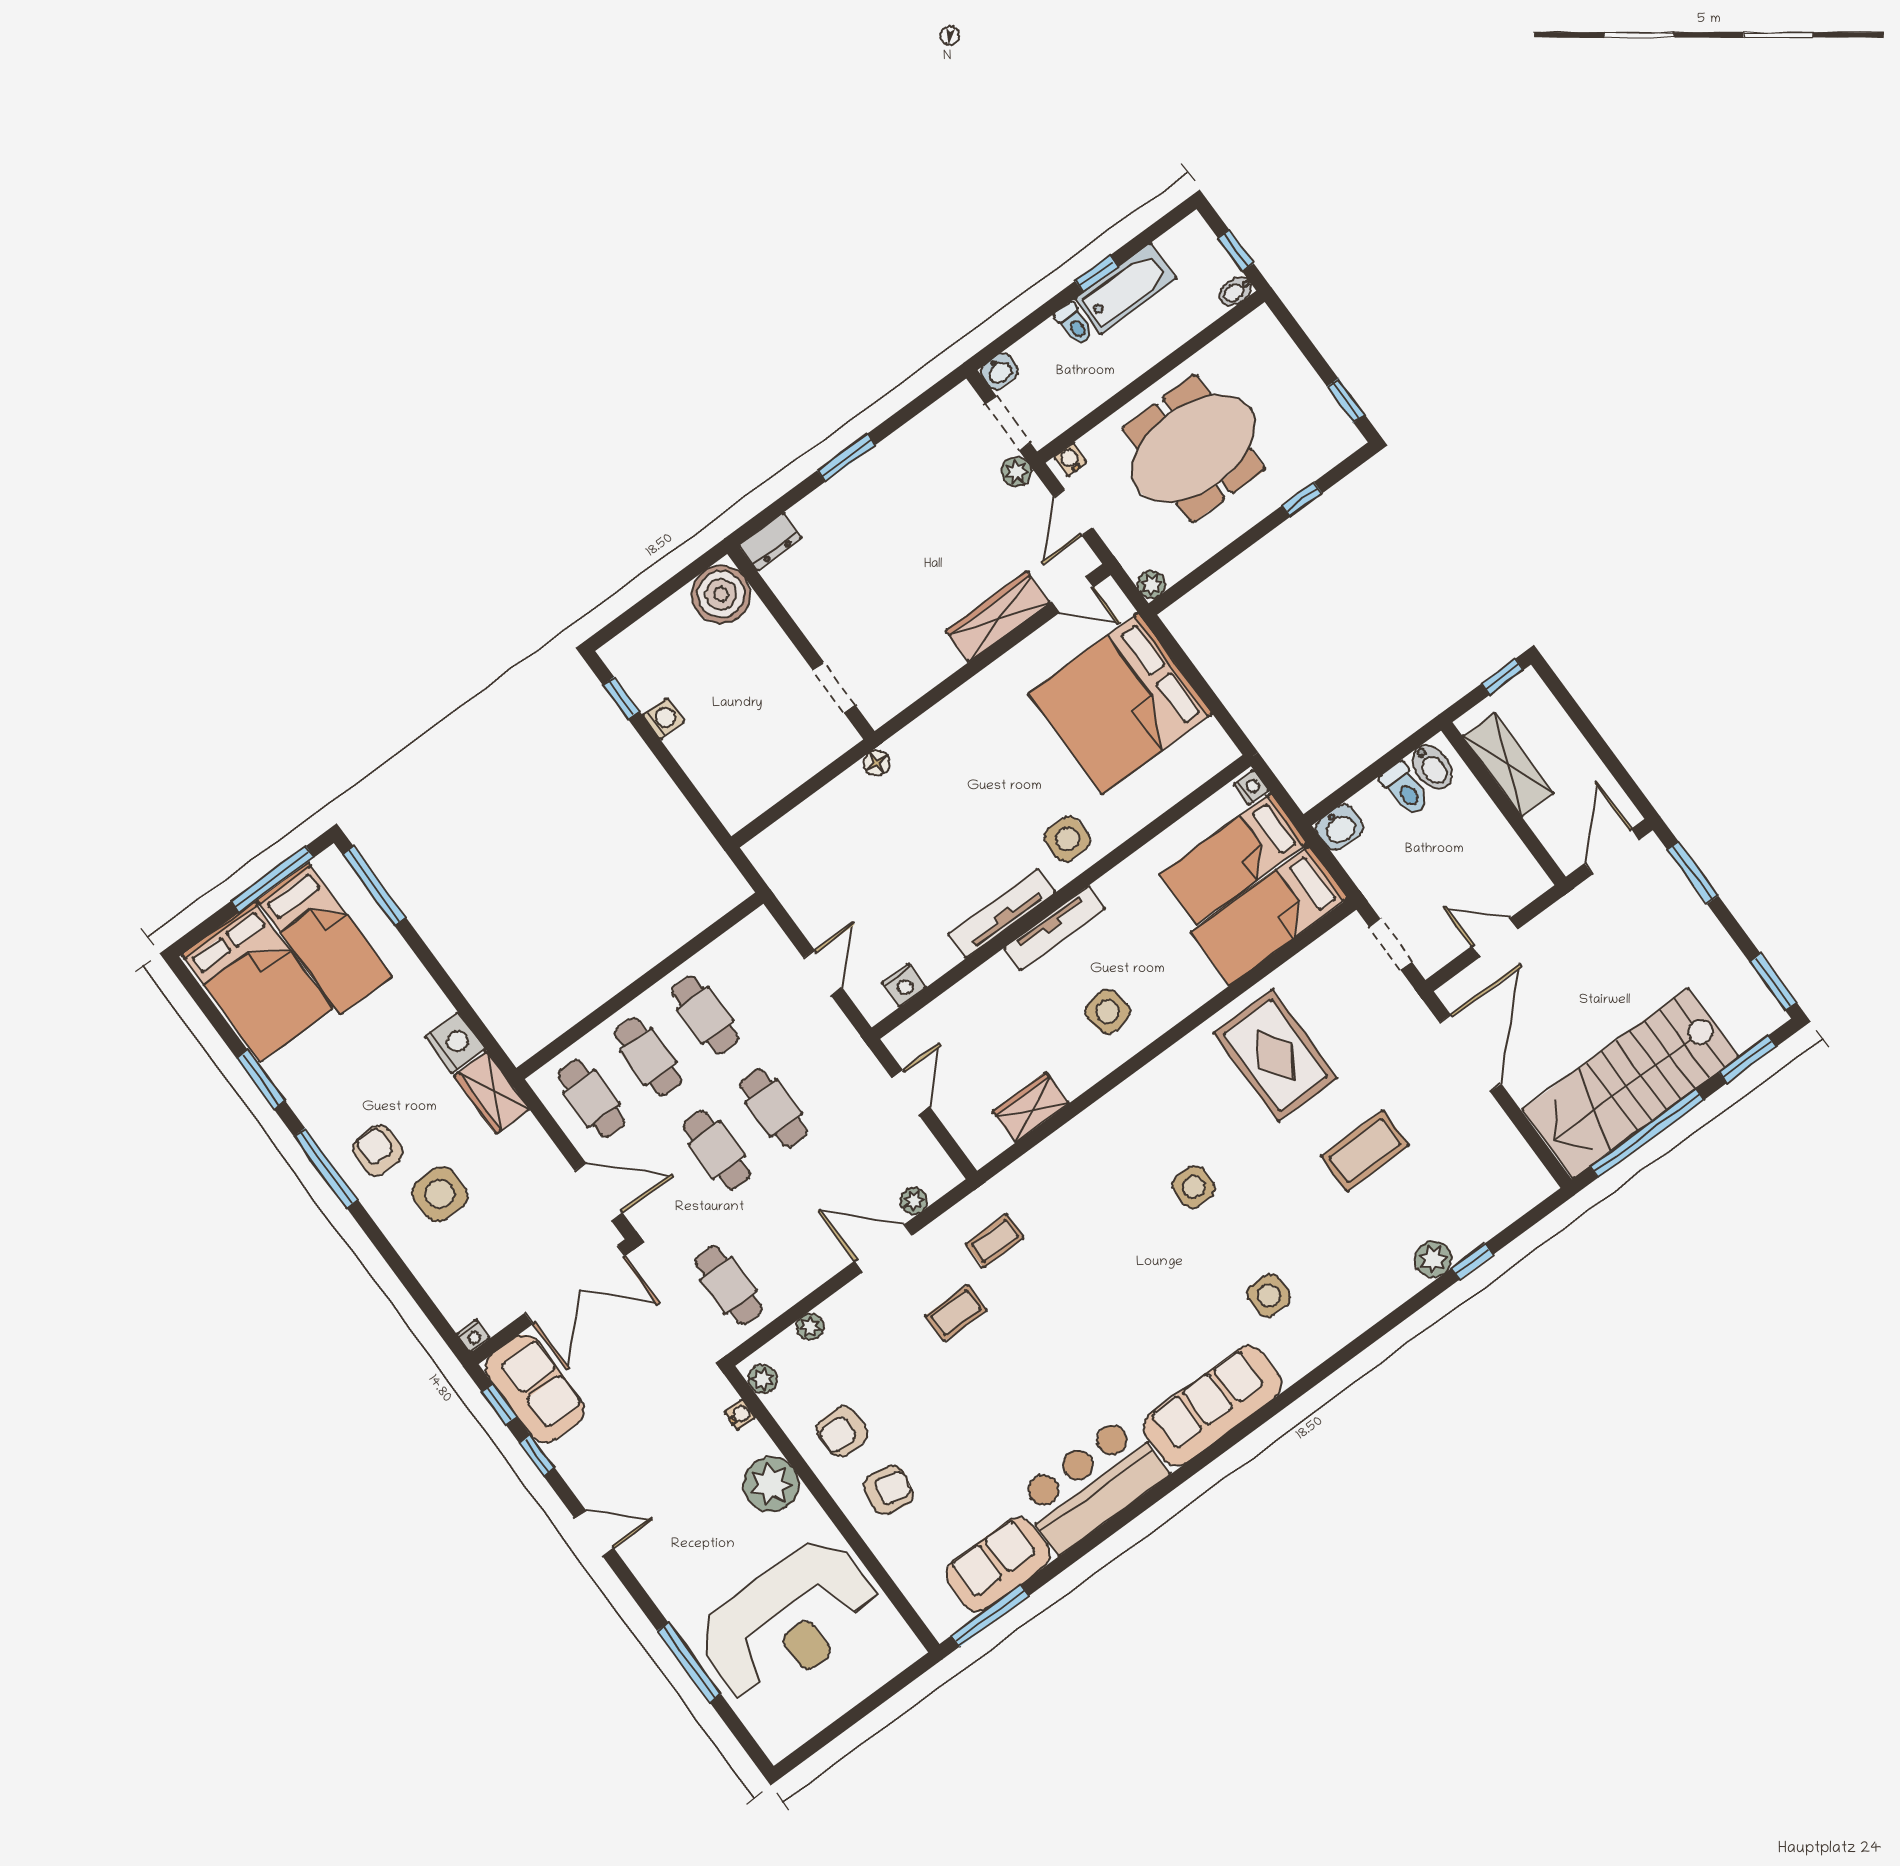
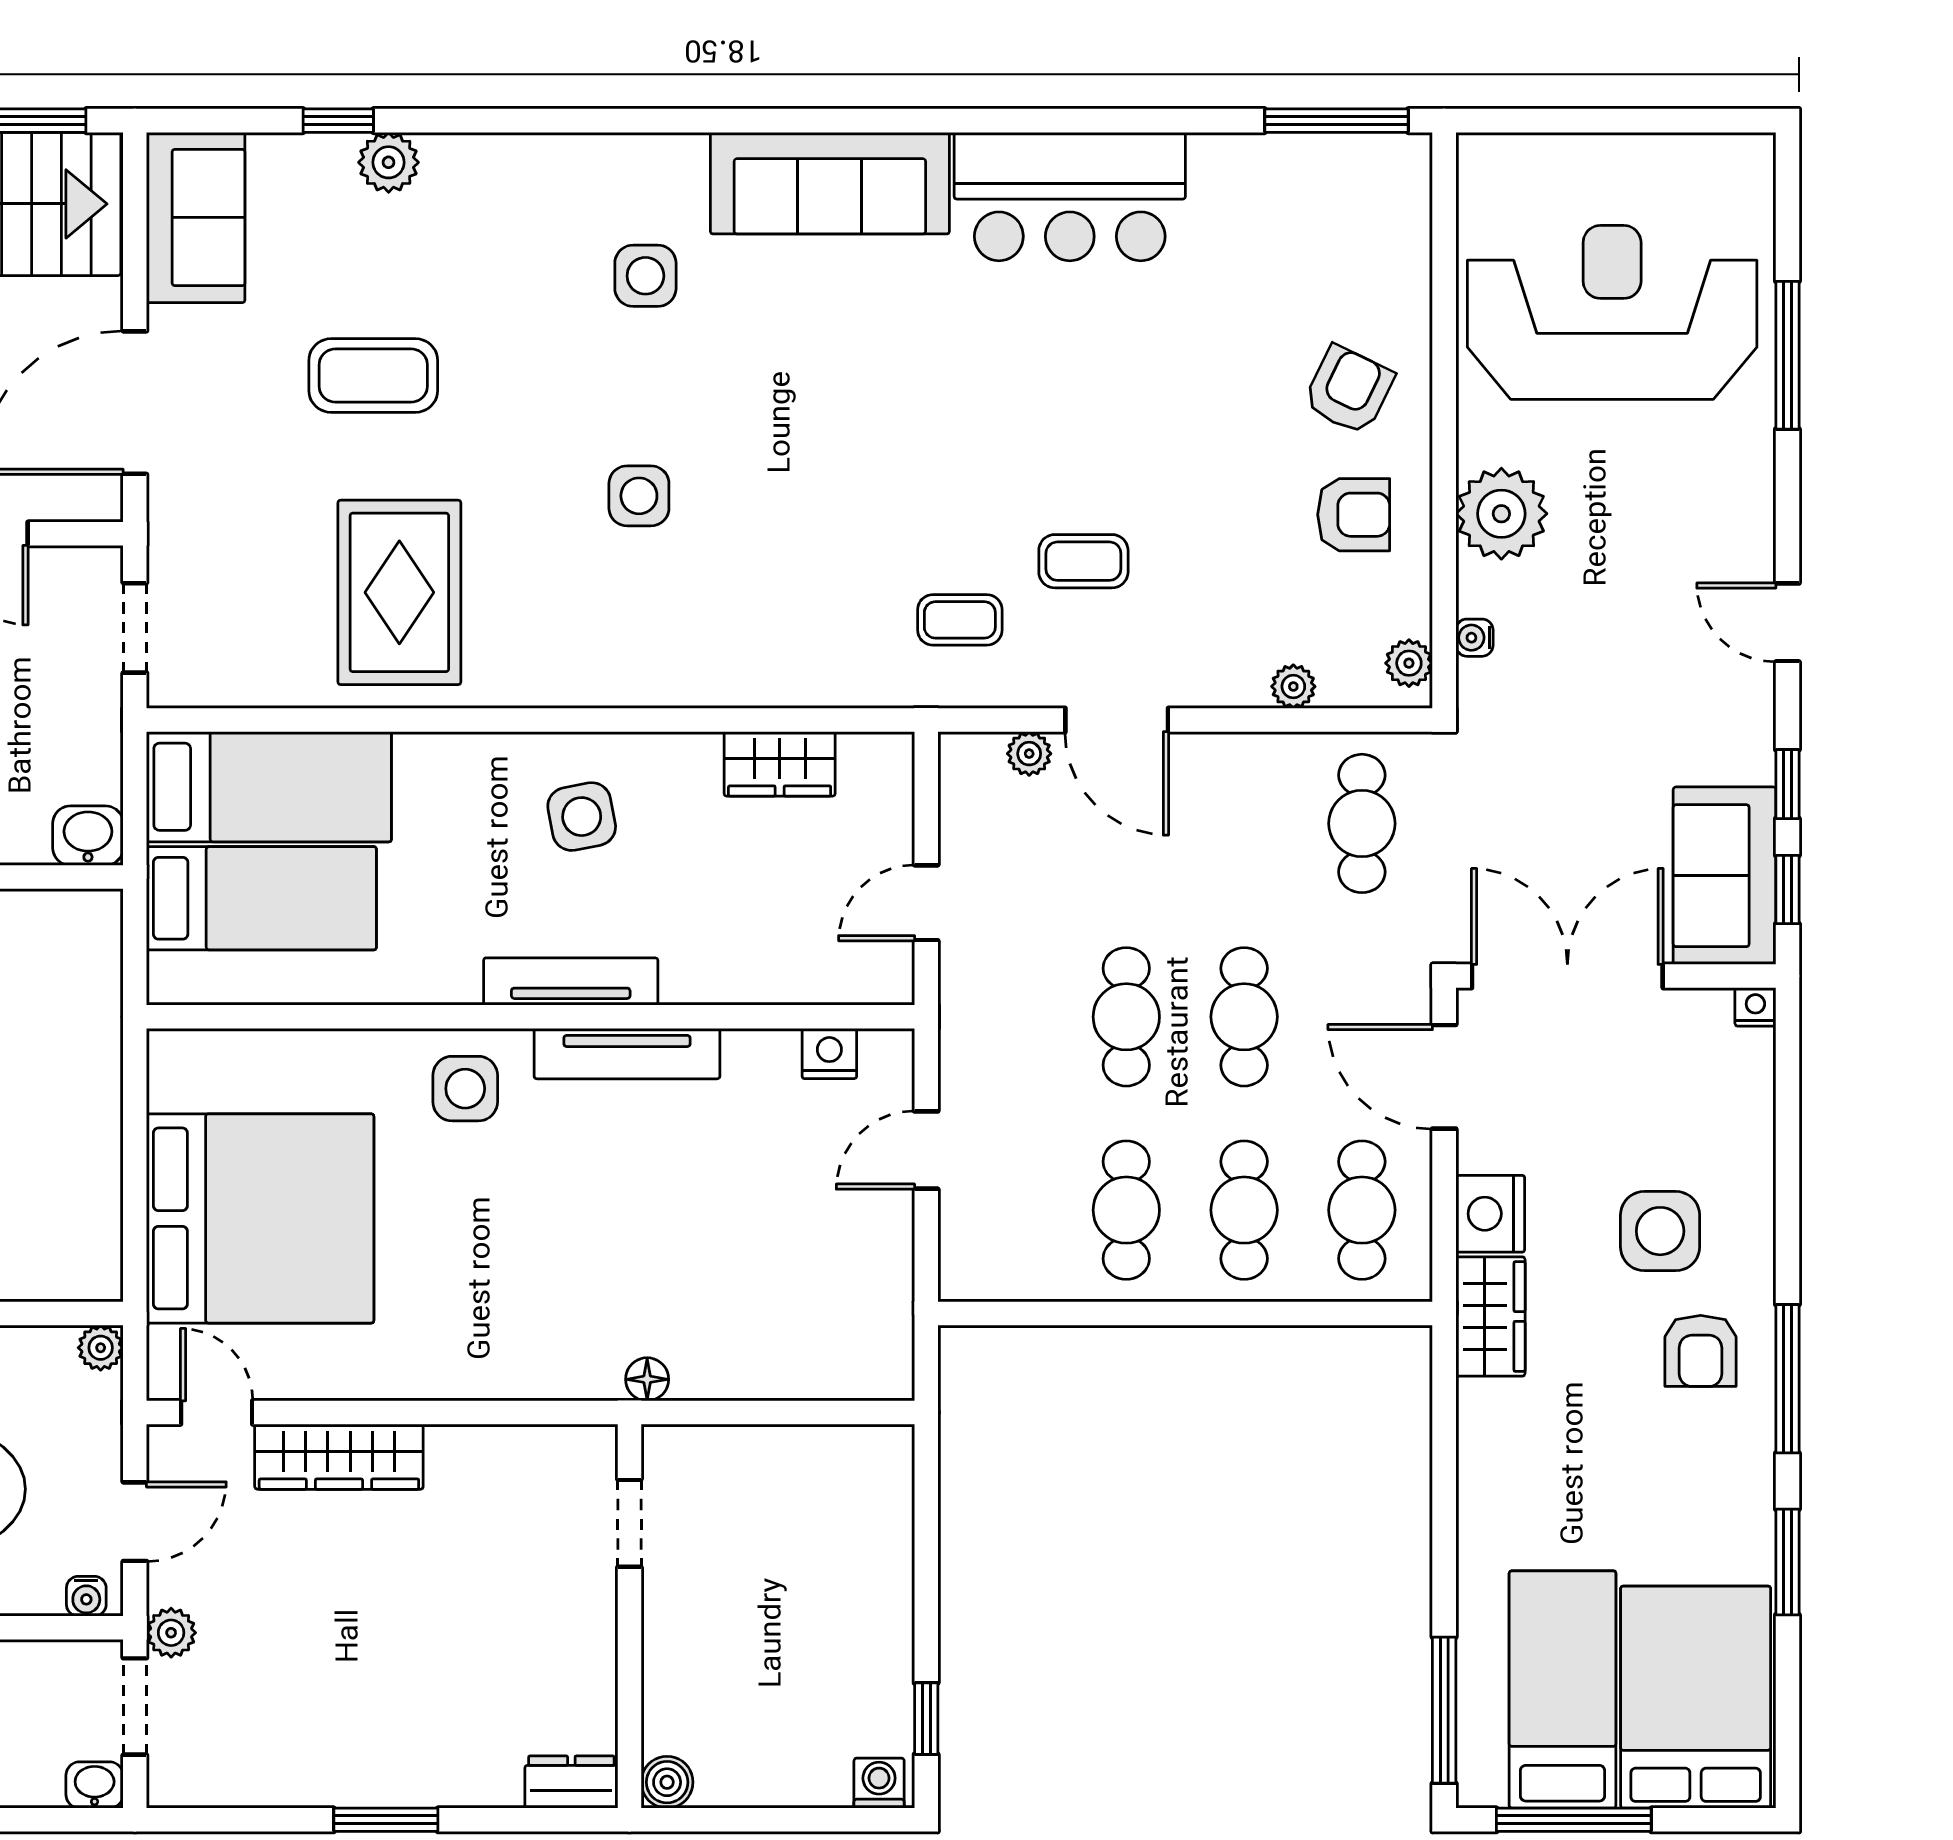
boiler: (721, 594) -> (667, 1782), width x0.54, depth x0.54
washing machine: (664, 719) -> (879, 1783), moved, turned 90
nightstand: (1251, 787) -> (167, 976), removed
nightstand: (455, 1043) -> (1490, 1214), moved
armchair: (889, 1490) -> (1349, 390), turned 105
sofa: (998, 1565) -> (196, 217), moved, turned -90

